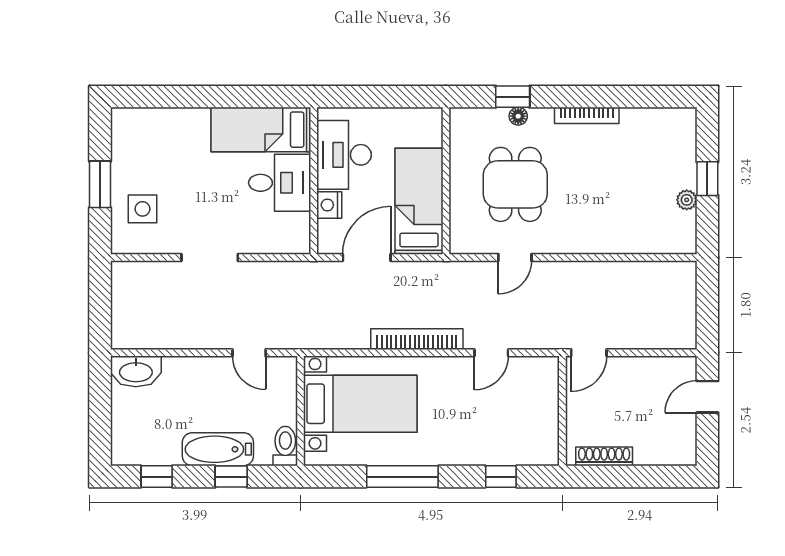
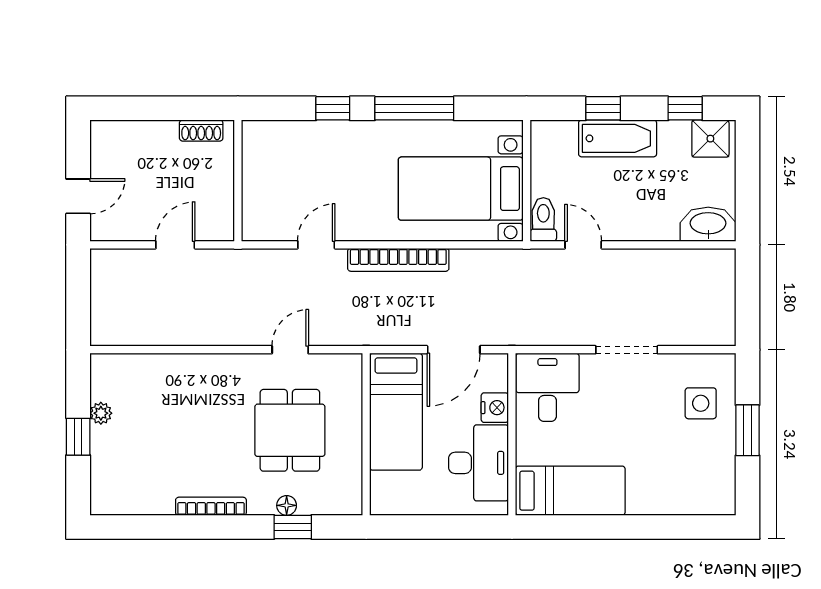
desk: (280, 183) -> (547, 387), moved, turned 90
door: (589, 353) -> (175, 245), moved
toilet: (285, 446) -> (543, 219), moved, turned 180
shower: (134, 449) -> (710, 139), added
shoe rack: (604, 456) -> (201, 131), width x0.70
window: (501, 477) -> (333, 108), moved

